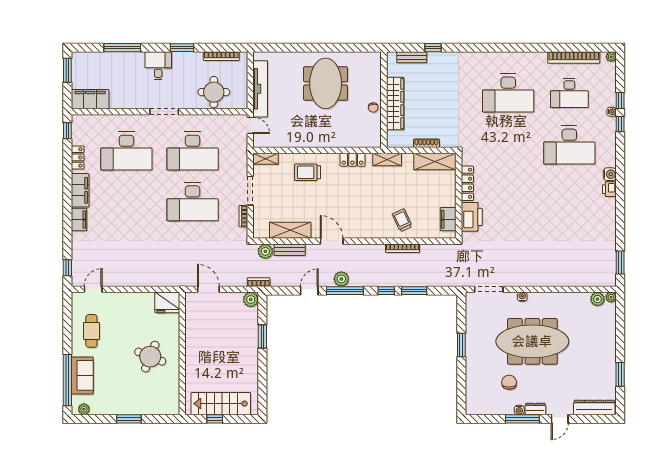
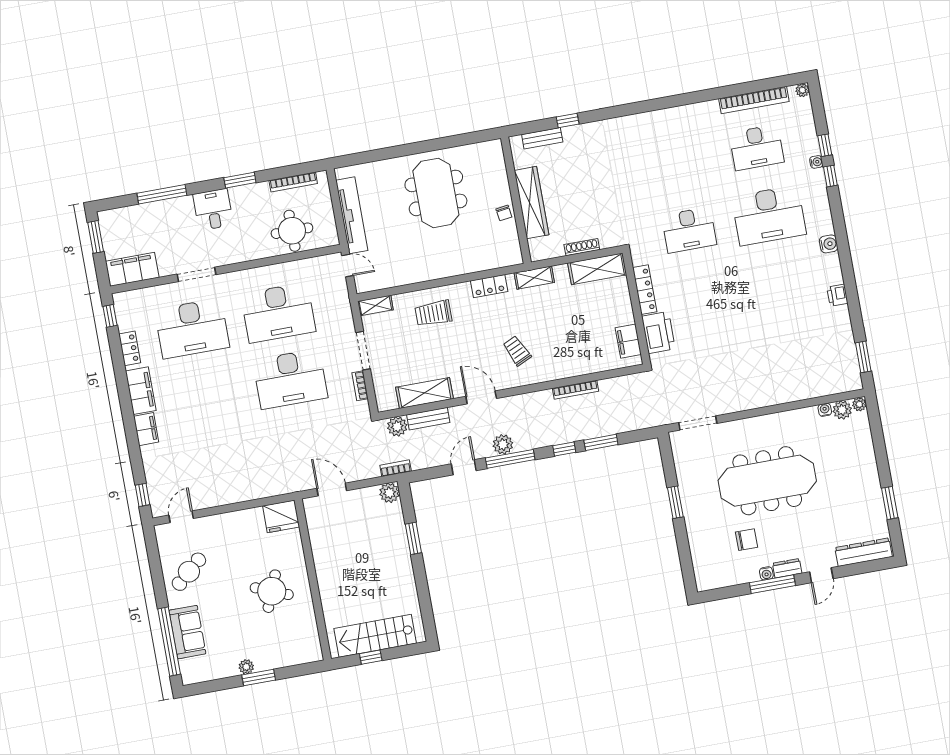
desk: (508, 93) -> (689, 230), moved, width x0.73, depth x0.77
doorway: (164, 112) -> (197, 274), moved
printer: (609, 189) -> (837, 295), moved
trolley: (402, 220) -> (517, 351), moved
water cooler: (522, 297) -> (825, 410), moved
cafe table: (91, 331) -> (189, 572), turned 49
chair: (509, 382) -> (747, 540), turned 90
plant: (84, 409) -> (246, 667), moved

